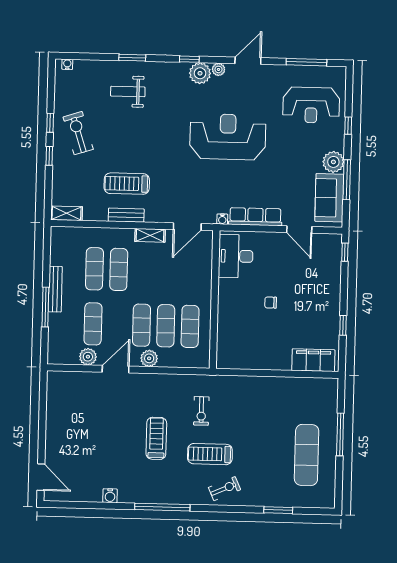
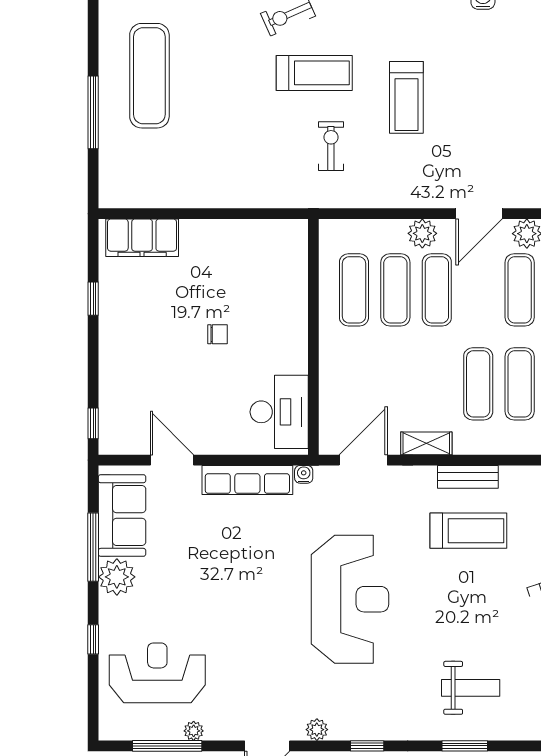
plant: (200, 73) -> (194, 731), moved, width x0.53, depth x0.53
reception desk: (228, 137) -> (350, 599), moved, turned -90

